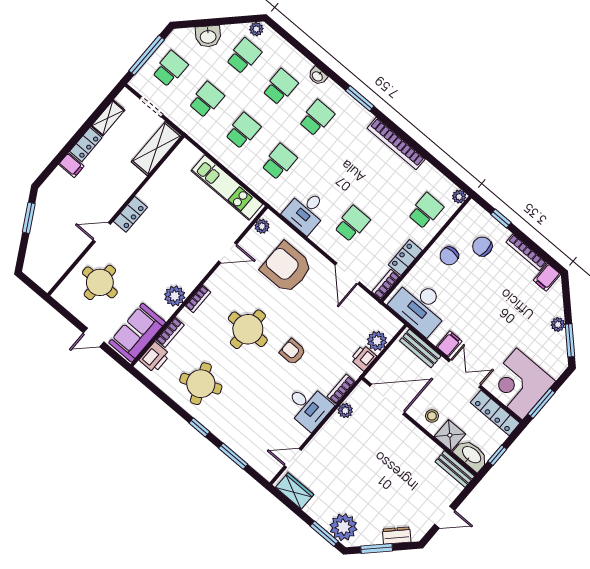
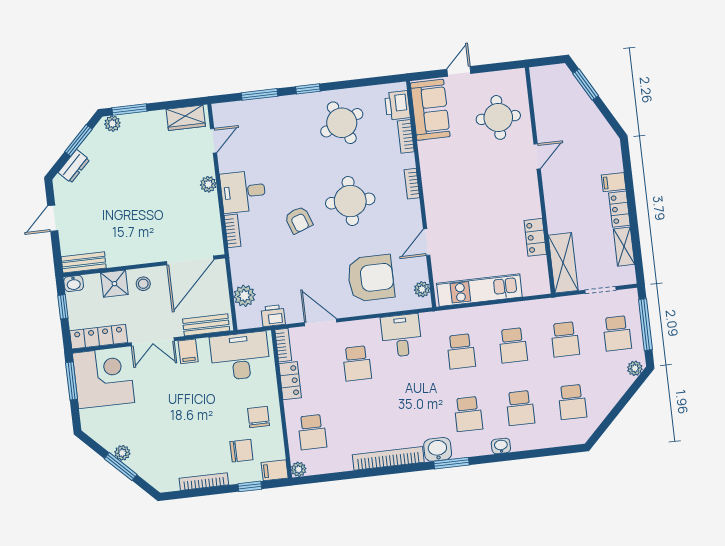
plant: (256, 29) -> (635, 368), moved
washbasin: (208, 36) -> (438, 449), moved, turned 45
locker: (130, 214) -> (535, 237), moved
window: (29, 218) -> (586, 85), moved
filing cabinet: (547, 277) -> (275, 470), moved, turned -90
plant: (175, 296) -> (432, 167), removed
window: (570, 340) -> (121, 467), moved
armchair: (293, 352) -> (299, 220), turned 70
printer: (364, 358) -> (273, 316), moved, turned -90
plant: (345, 411) -> (208, 184), moved
washbasin: (471, 455) -> (74, 283), width x0.52, depth x0.69
plant: (343, 527) -> (112, 124), width x0.53, depth x0.53

